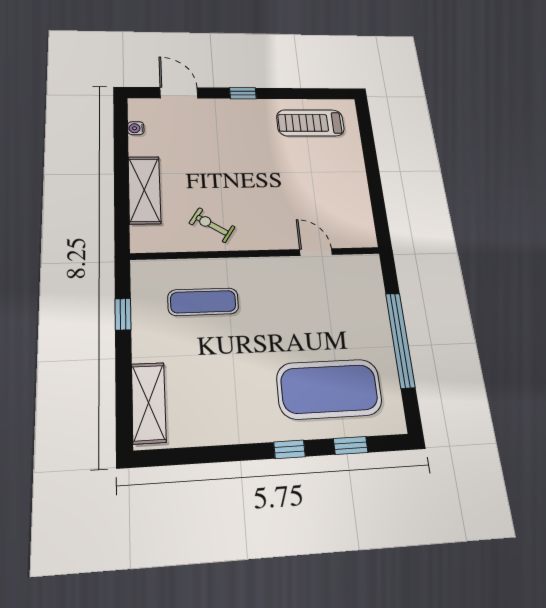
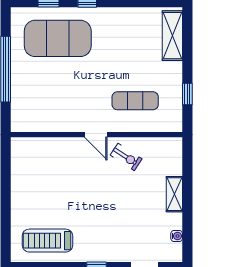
treadmill: (310, 123) -> (47, 241), turned 180
shelving: (144, 190) -> (174, 194), width x0.67, depth x0.75
door: (316, 252) -> (96, 135), moved

